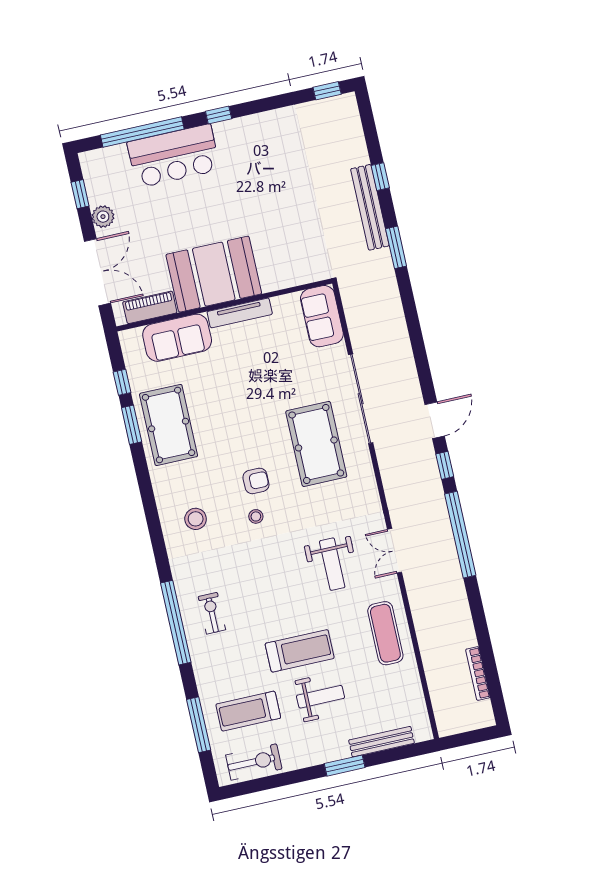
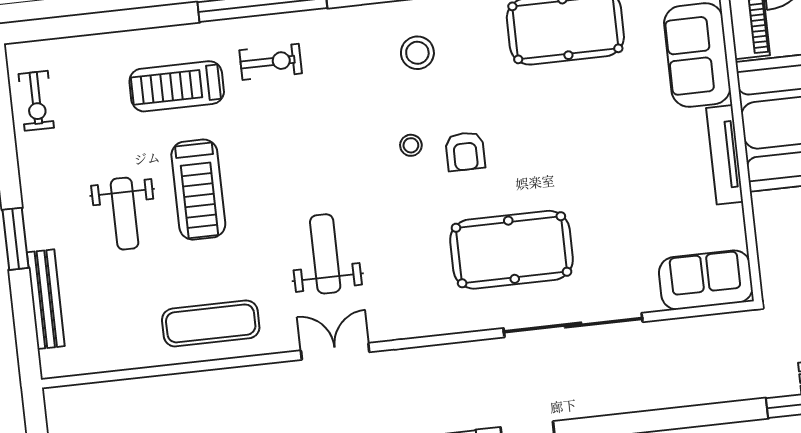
weight bench: (332, 564) -> (325, 254), turned 90
treadmill: (248, 711) -> (177, 86), moved, turned -90
window: (199, 725) -> (102, 23), removed
exercise bike: (254, 762) -> (36, 101), width x0.73, depth x0.72

